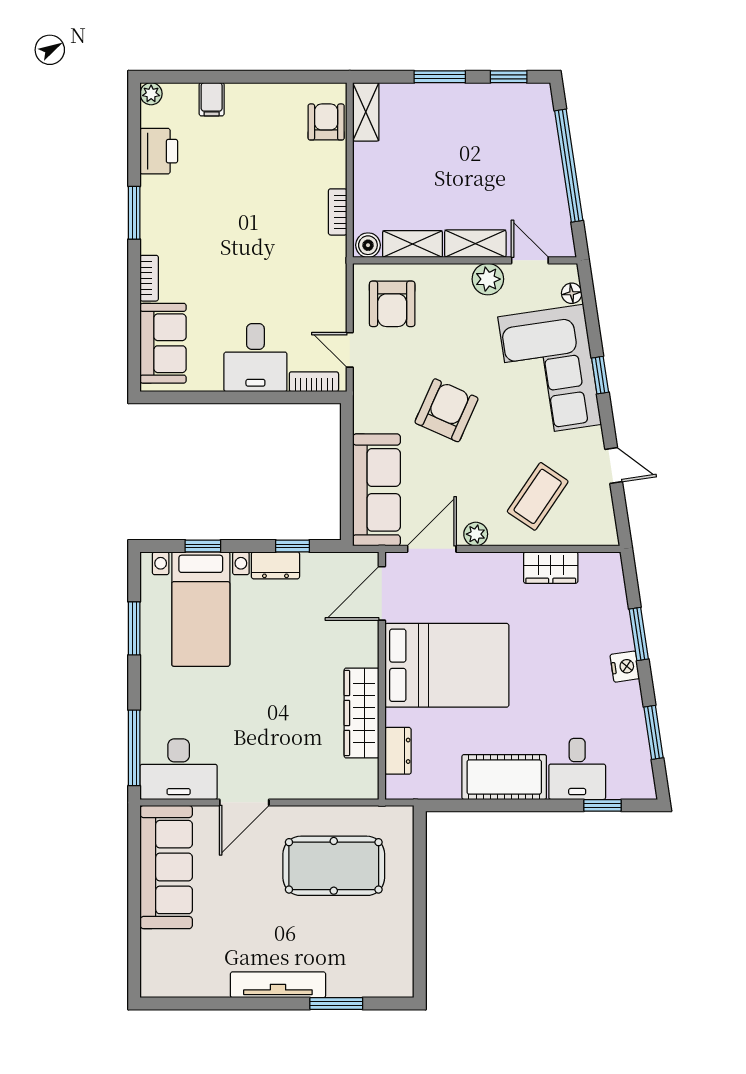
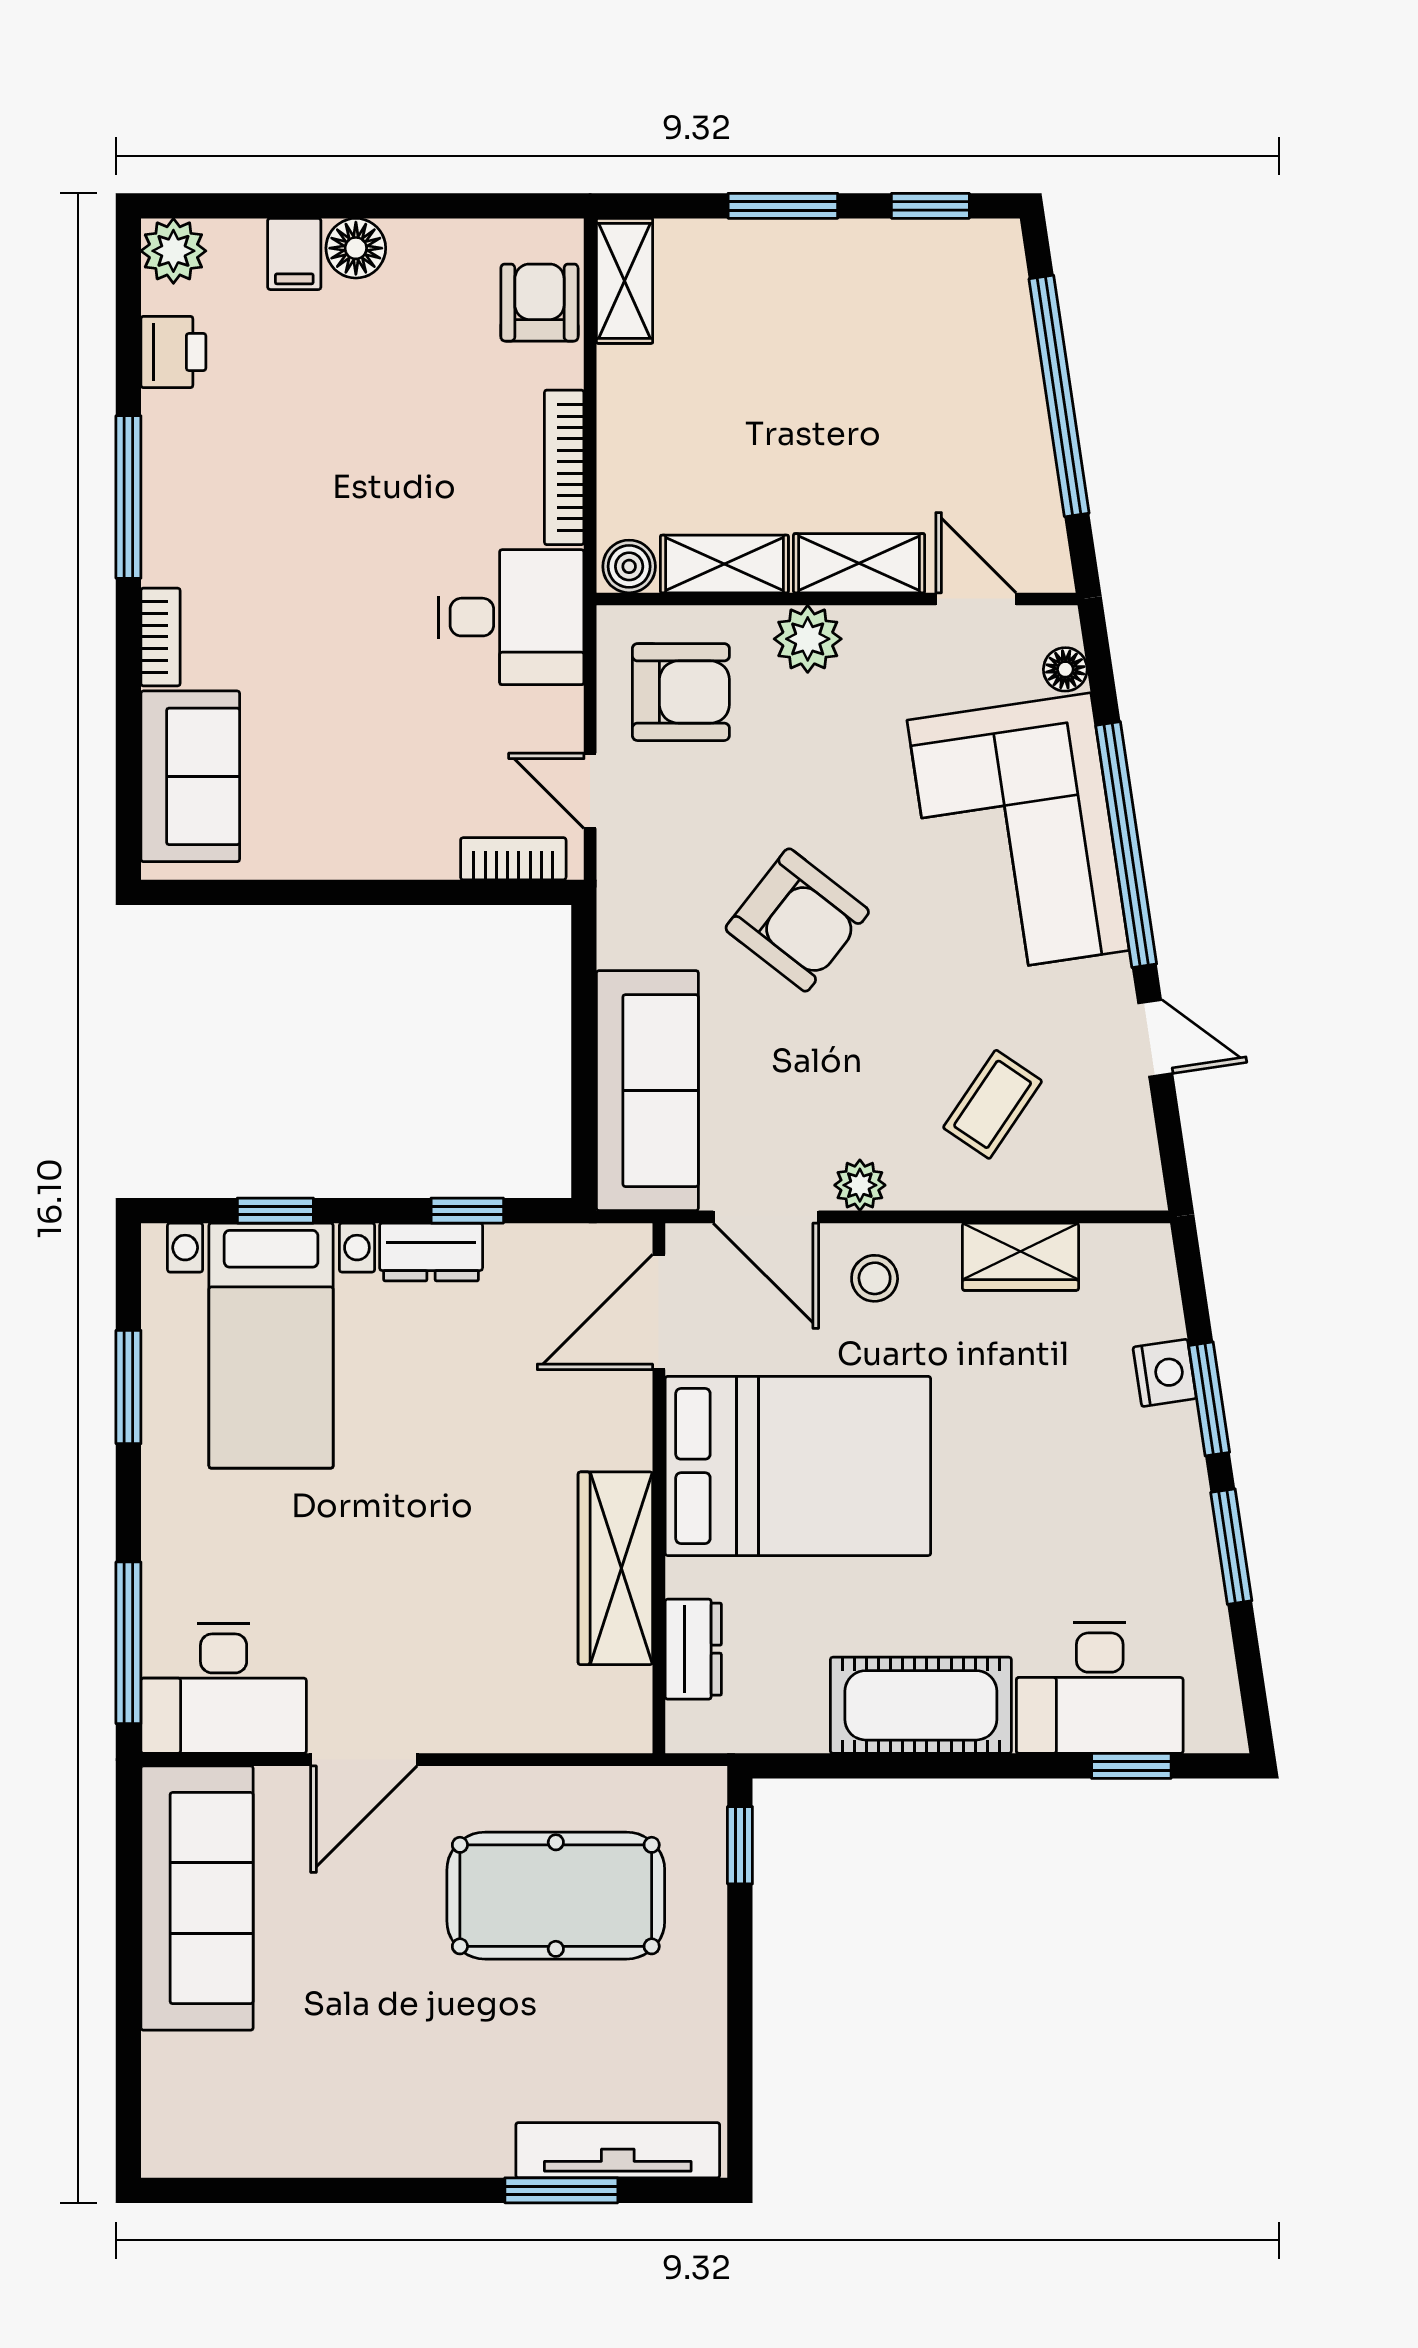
plant: (151, 94) -> (173, 251), width x1.38, depth x1.38
floor lamp: (240, 97) -> (356, 248), added
printer: (159, 151) -> (173, 352), width x0.73, depth x0.81
bookcase: (338, 212) -> (564, 467), width x1.56
window: (134, 213) -> (128, 497), width x1.44
plant: (488, 279) -> (808, 639), moved
armchair: (392, 304) -> (681, 692), turned -90
desk: (255, 358) -> (511, 617), moved, turned -90
window: (600, 375) -> (1126, 845), width x3.17
armchair: (446, 410) -> (797, 920), turned 104
coffee table: (538, 496) -> (993, 1104), width x0.73, depth x0.77
door: (432, 549) -> (766, 1217), swing flipped
stool: (483, 578) -> (875, 1278), added
nightstand: (625, 667) -> (1165, 1373), moved
window: (654, 732) -> (1231, 1547), moved
desk: (577, 769) -> (1100, 1688), width x1.37
window: (420, 842) -> (740, 1845), added
tv unit: (278, 985) -> (618, 2150), moved

